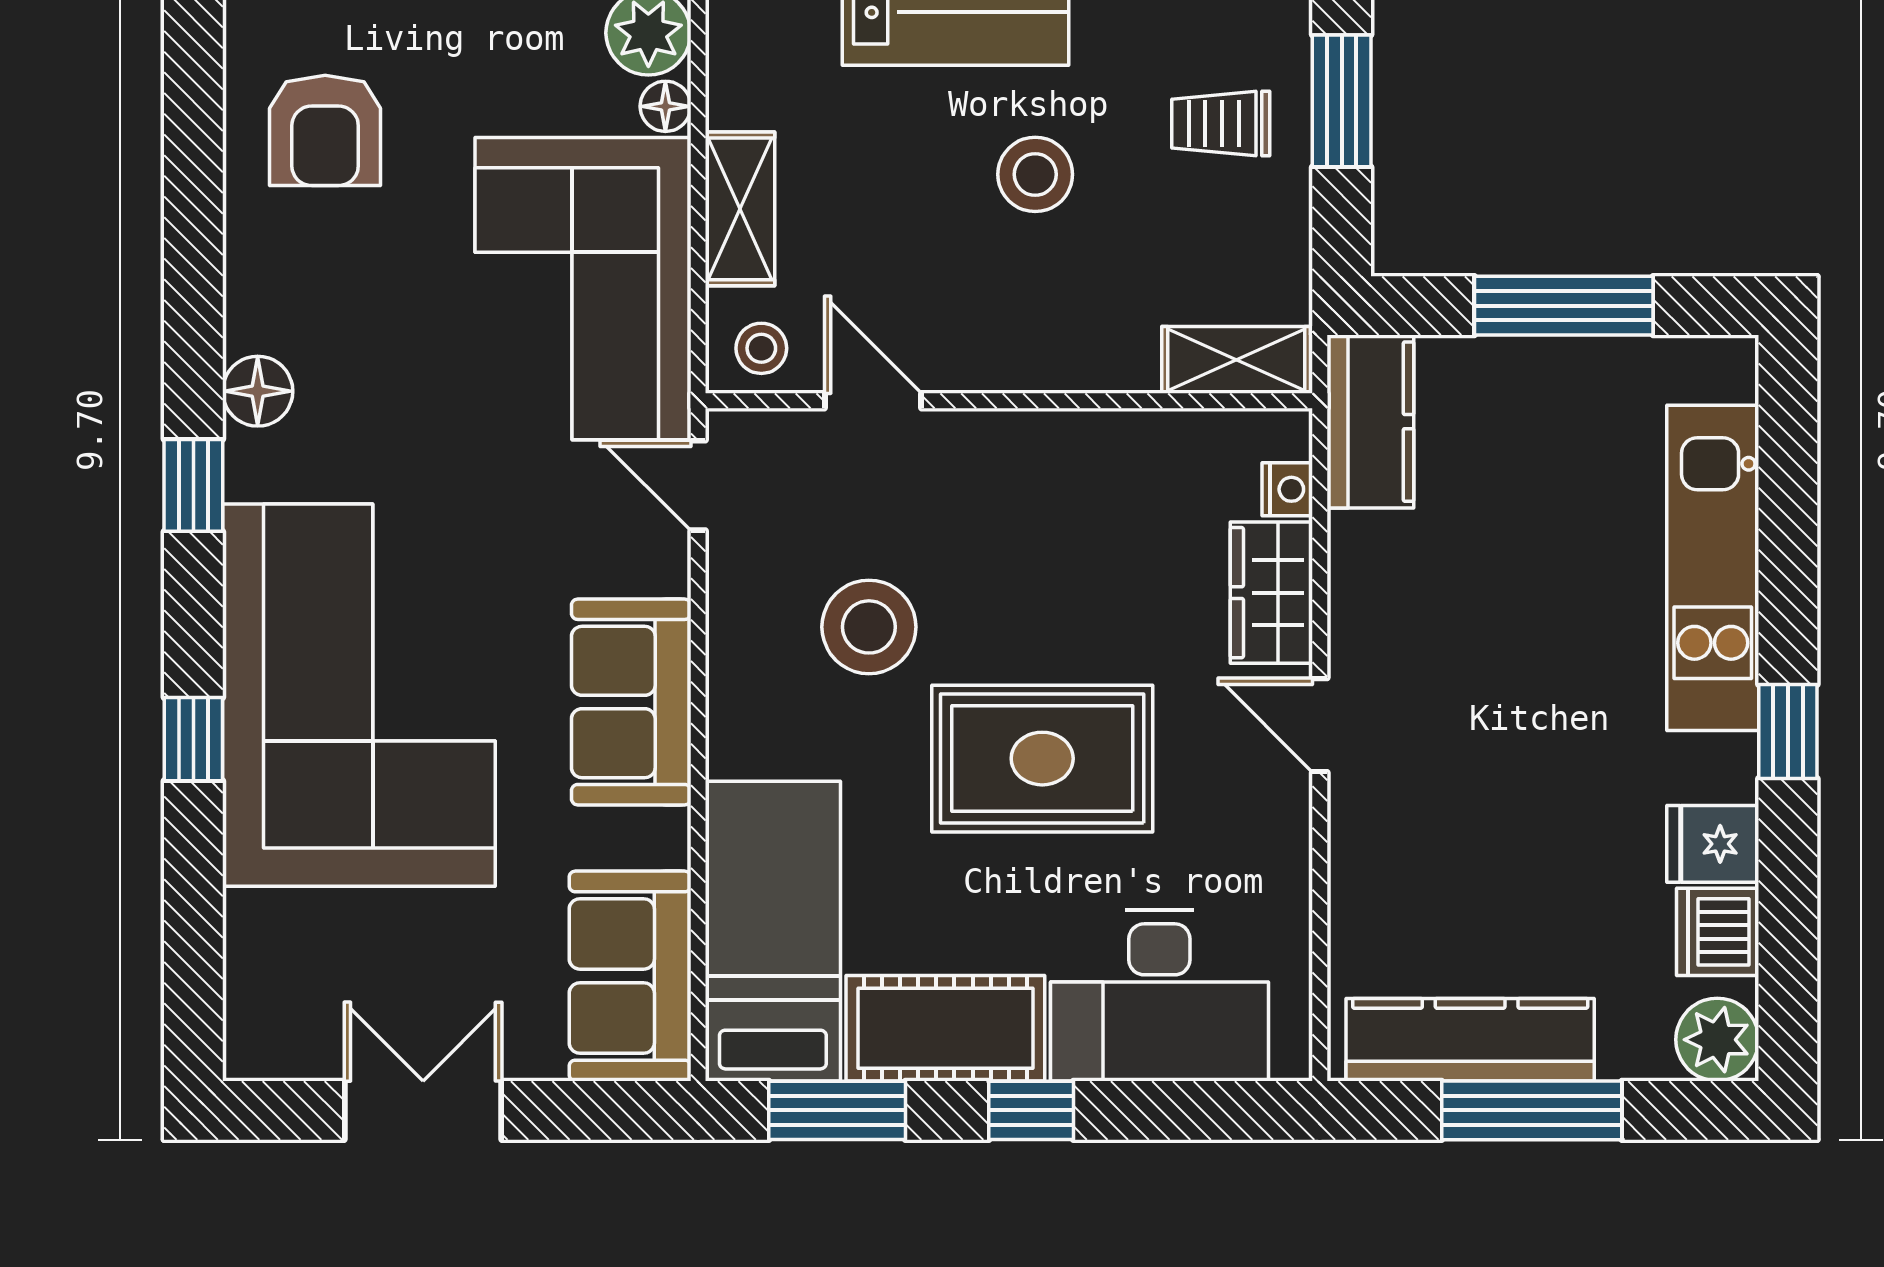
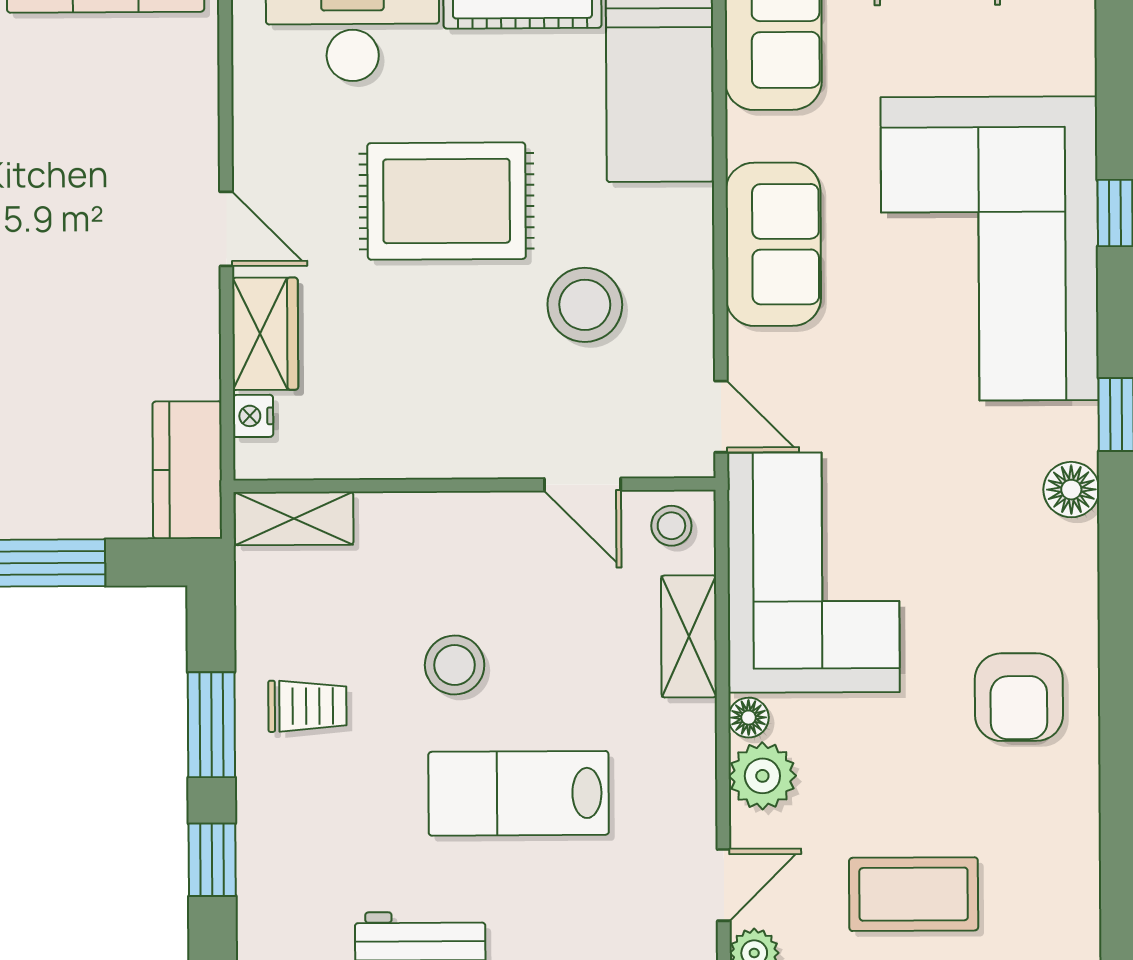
armchair: (325, 130) -> (1019, 697), turned 180

